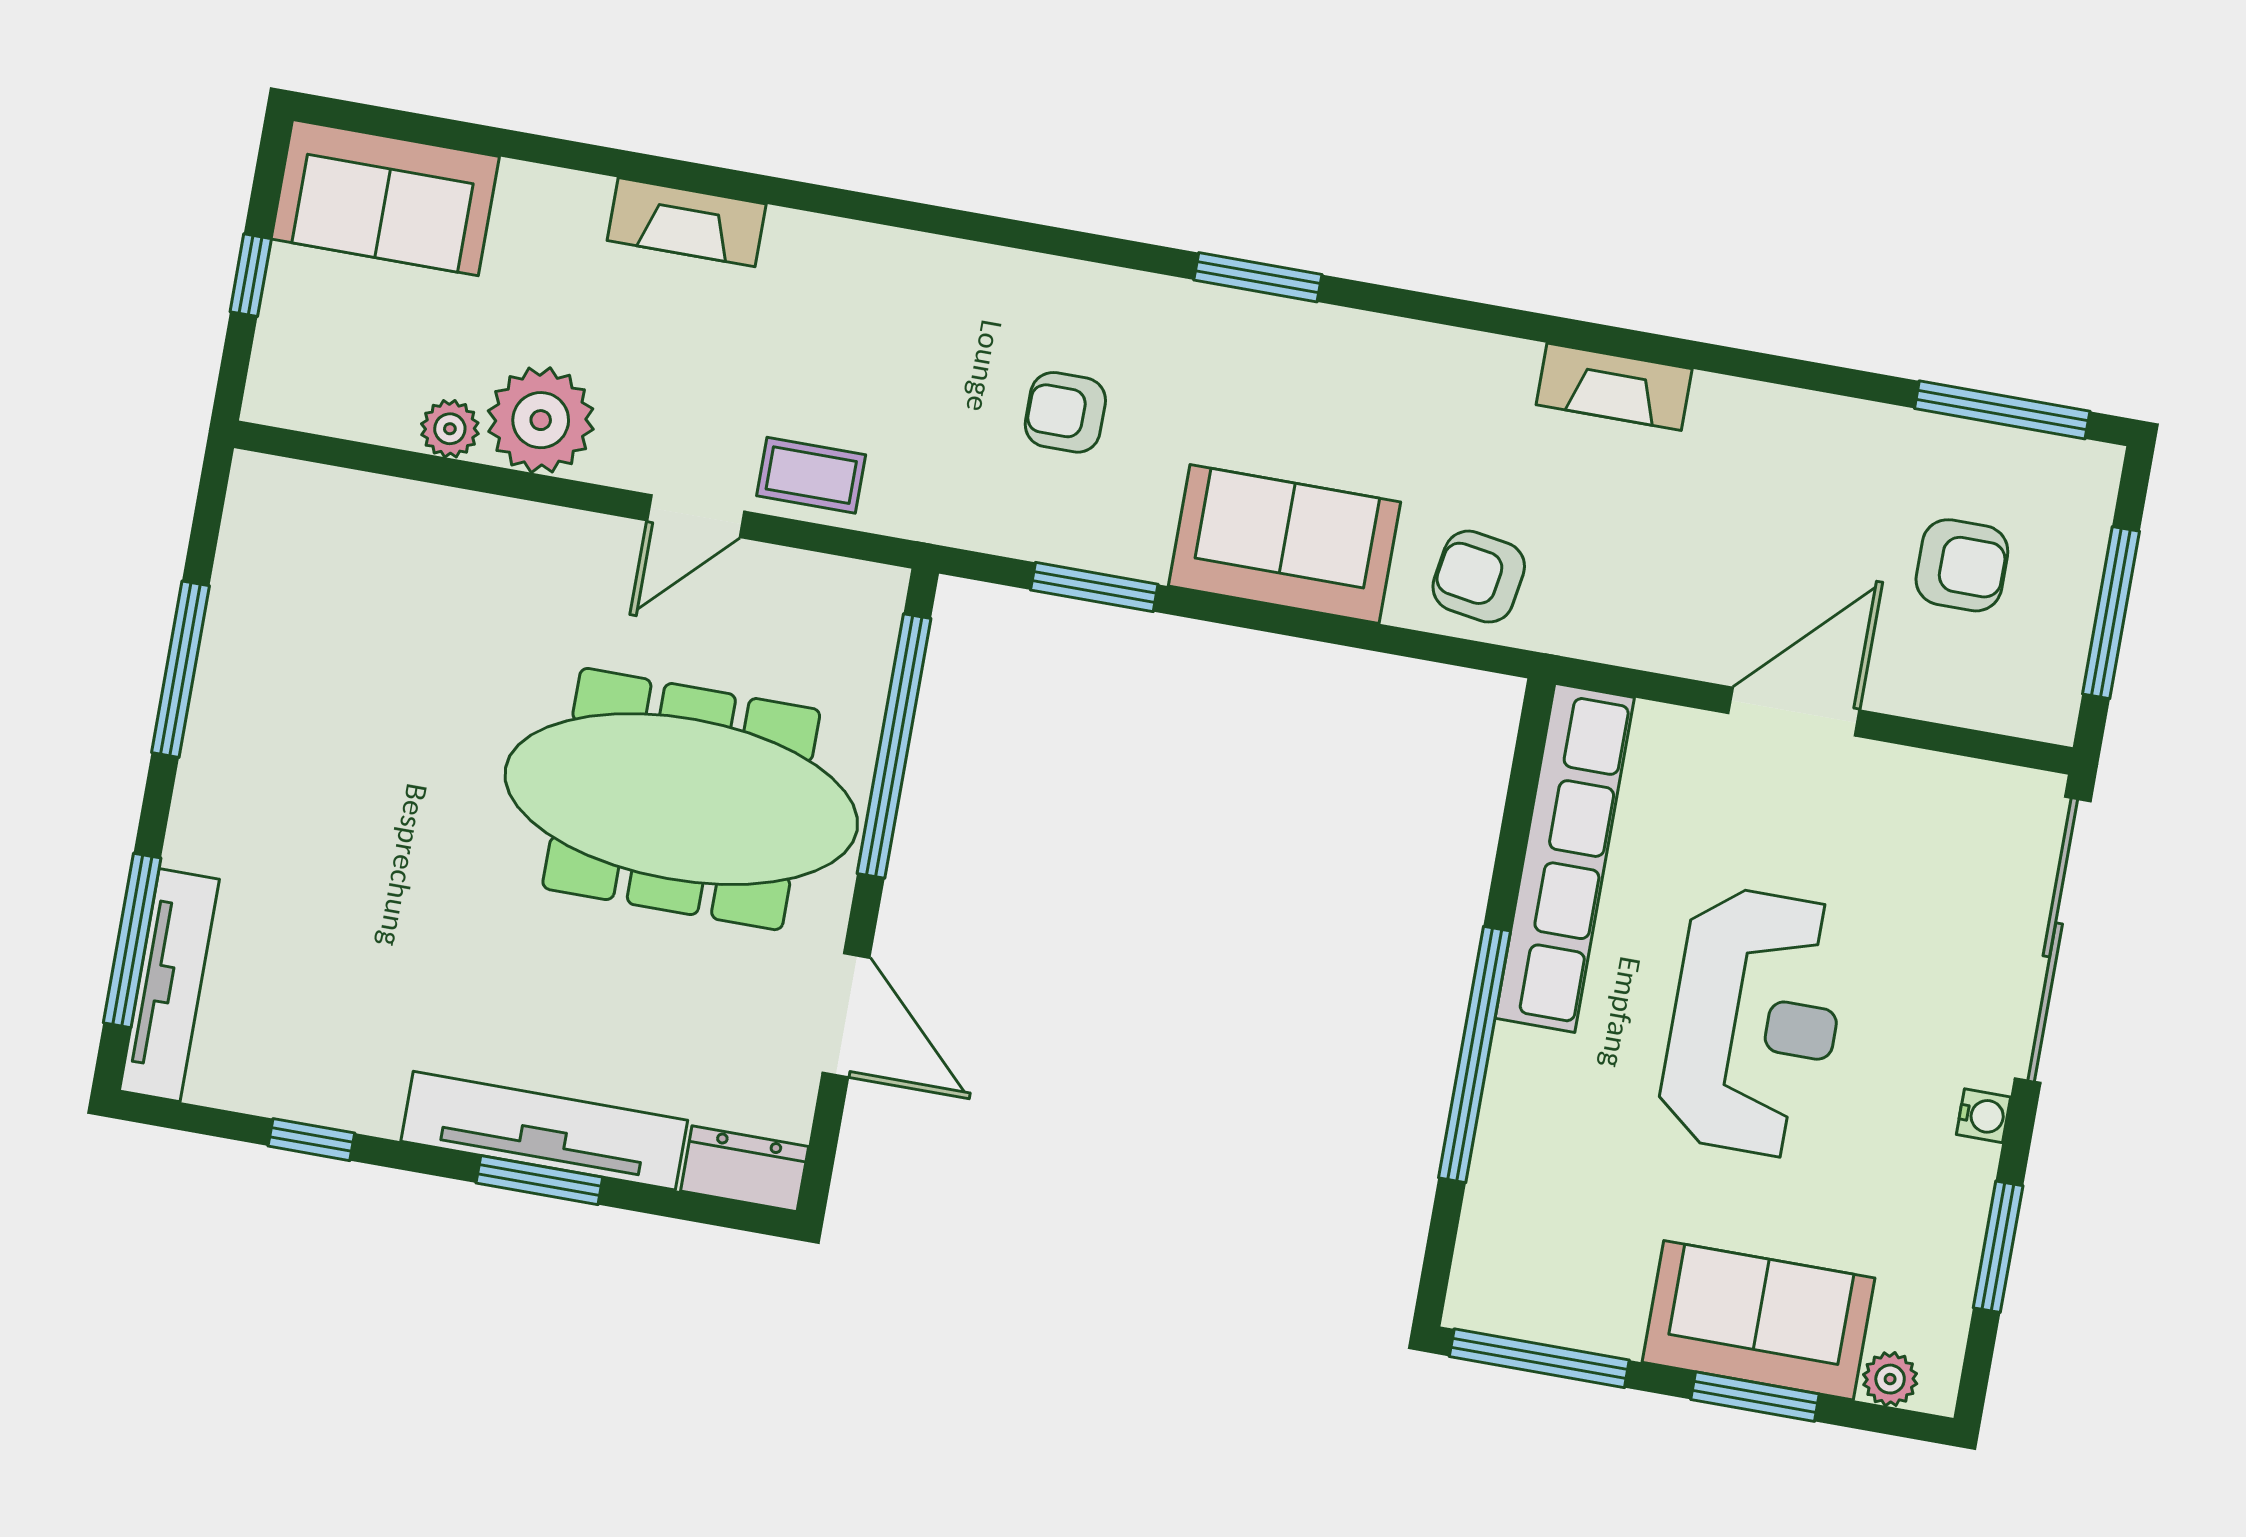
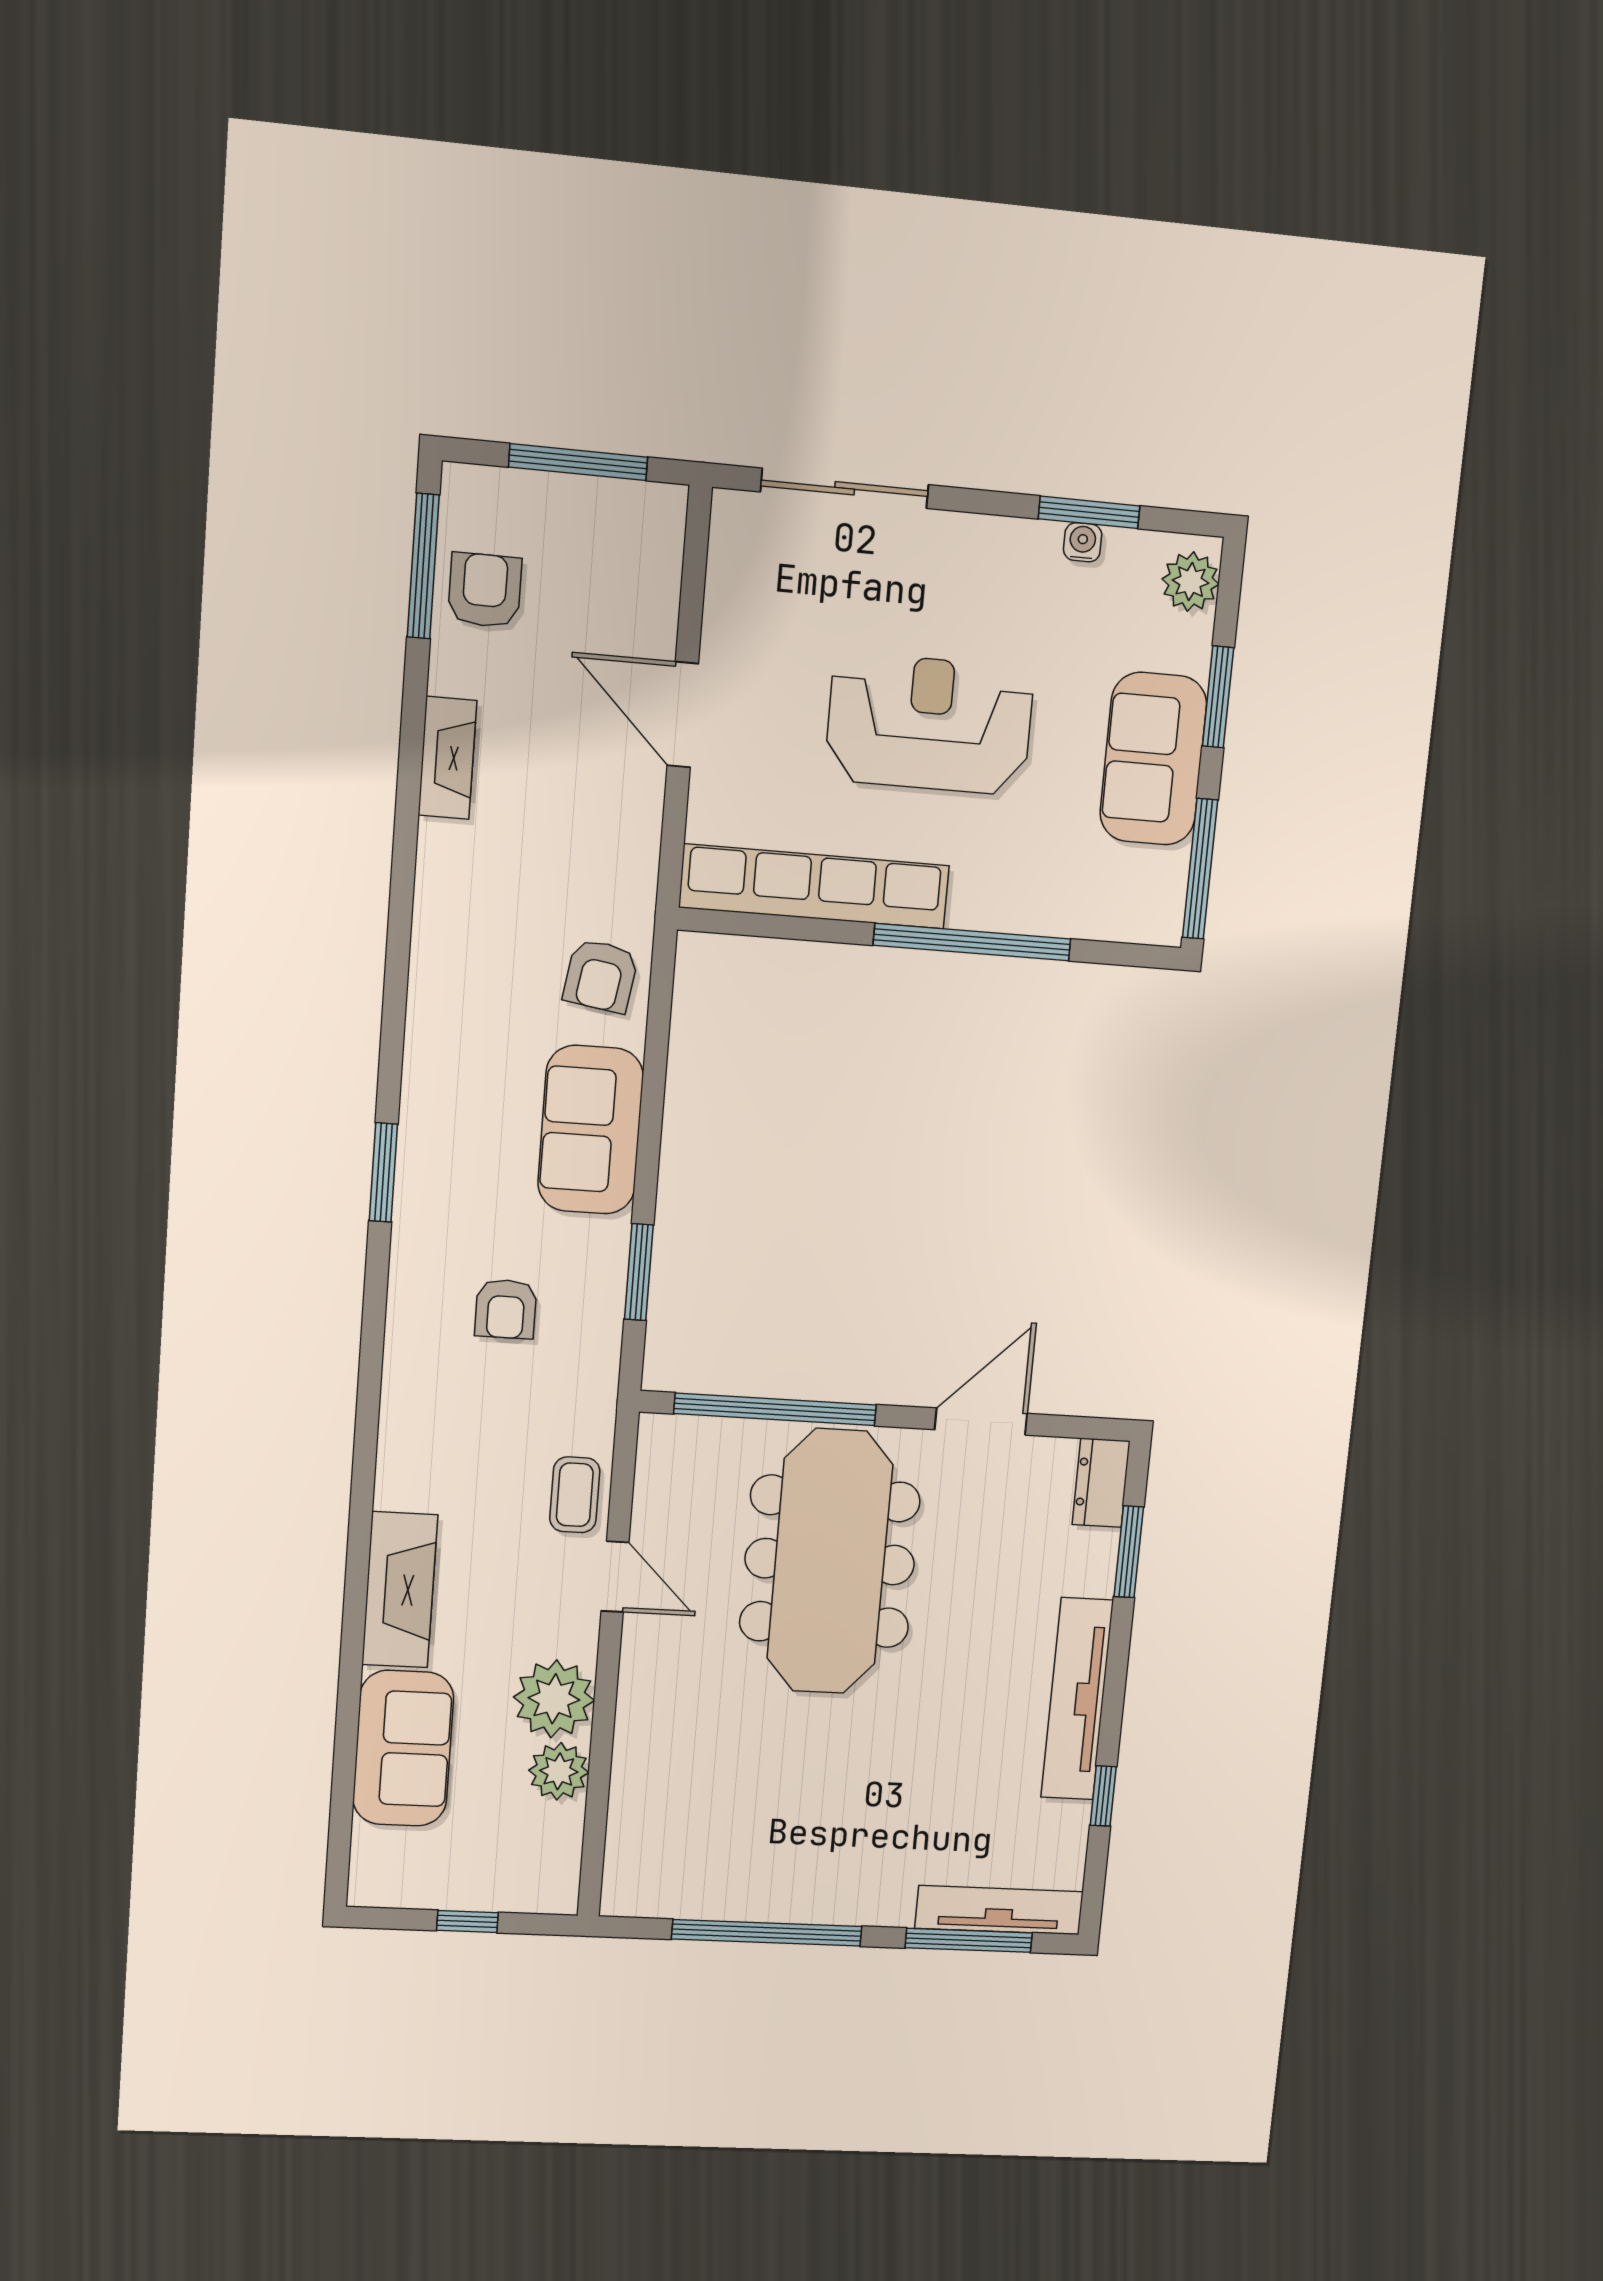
sofa: (385, 198) -> (403, 1748), moved
fireplace: (687, 222) -> (400, 1590), width x1.37, depth x1.32
fireplace: (1614, 387) -> (447, 758), moved
plant: (450, 429) -> (559, 1771), width x1.38, depth x1.38
armchair: (1962, 565) -> (485, 590), moved
window: (181, 669) -> (767, 1933), width x1.46
sliding door: (2053, 940) -> (845, 488), width x0.73
water cooler: (1983, 1116) -> (1083, 542), moved
tv unit: (544, 1131) -> (1077, 1699), moved
window: (539, 1180) -> (1129, 1552), moved
sofa: (1759, 1320) -> (1153, 759), moved
plant: (1890, 1379) -> (1190, 582), width x1.38, depth x1.38

